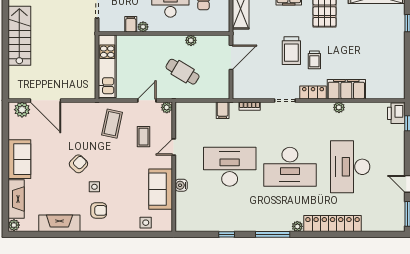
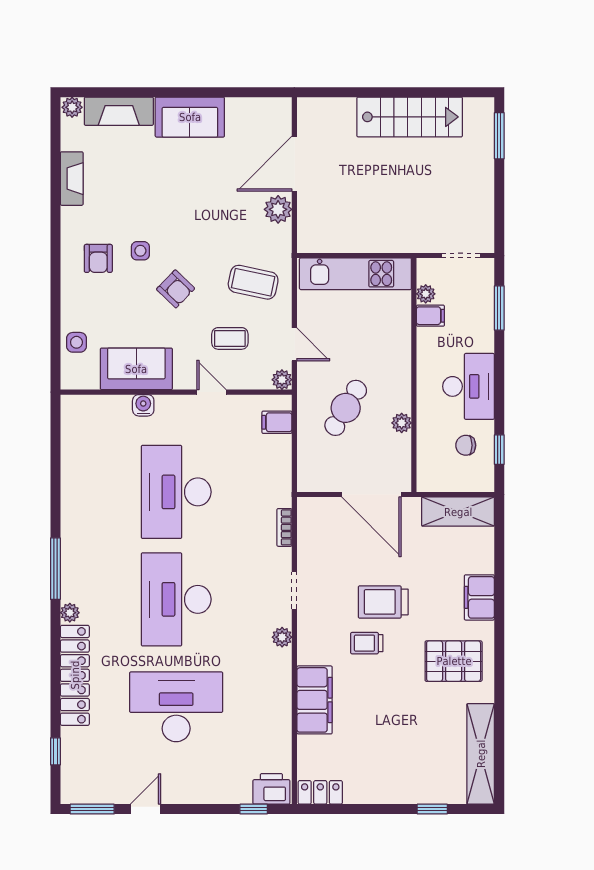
plant: (143, 27) -> (426, 294), moved
door: (231, 57) -> (371, 494), width x1.36
locker: (313, 92) -> (320, 792), moved, turned -90
plant: (339, 107) -> (282, 637), moved
plant: (22, 110) -> (278, 209), moved
filing cabinet: (223, 110) -> (277, 422), moved
armchair: (78, 164) -> (176, 289), moved
desk: (230, 167) -> (176, 492), turned 180
fireplace: (59, 223) -> (72, 179), width x0.73, depth x0.76
window: (227, 234) -> (55, 751), moved

